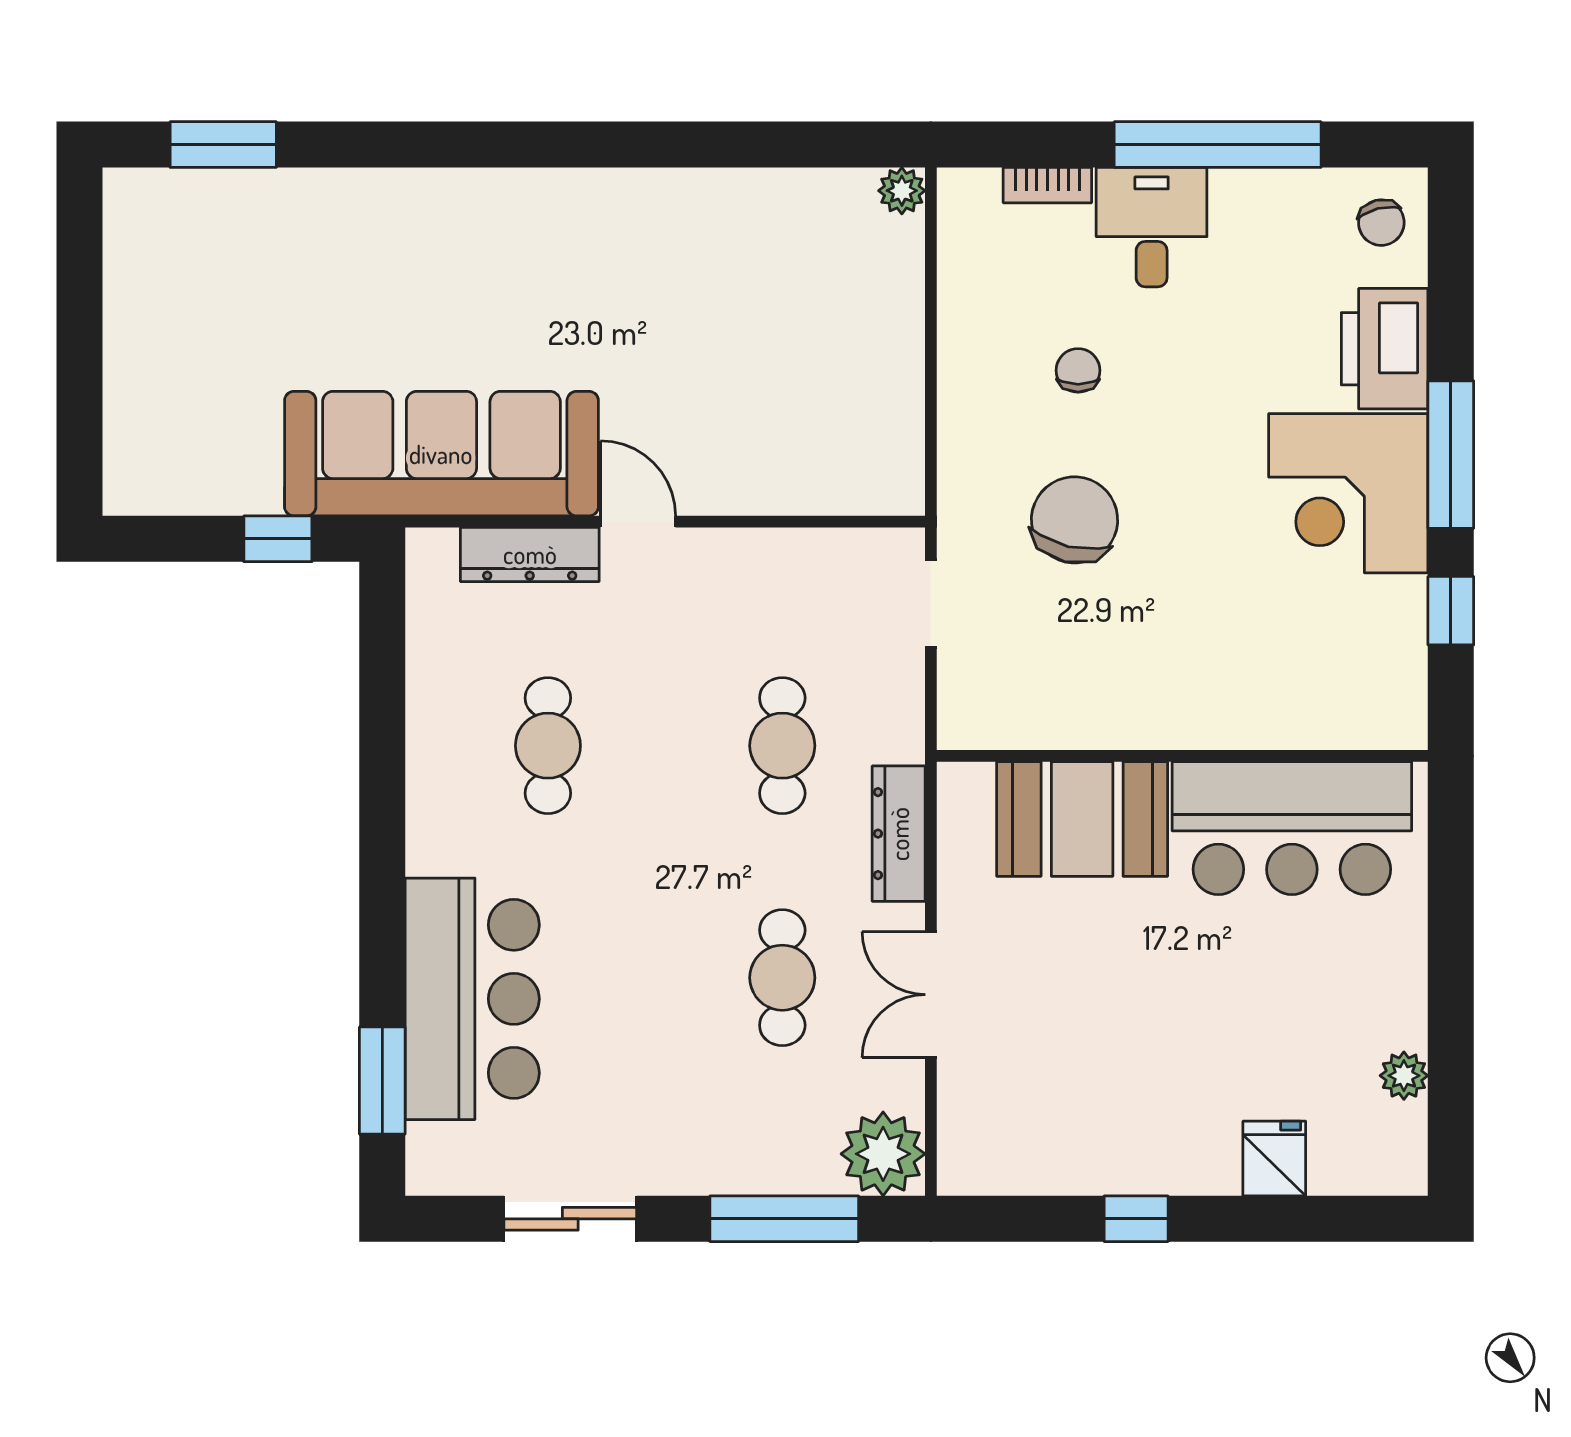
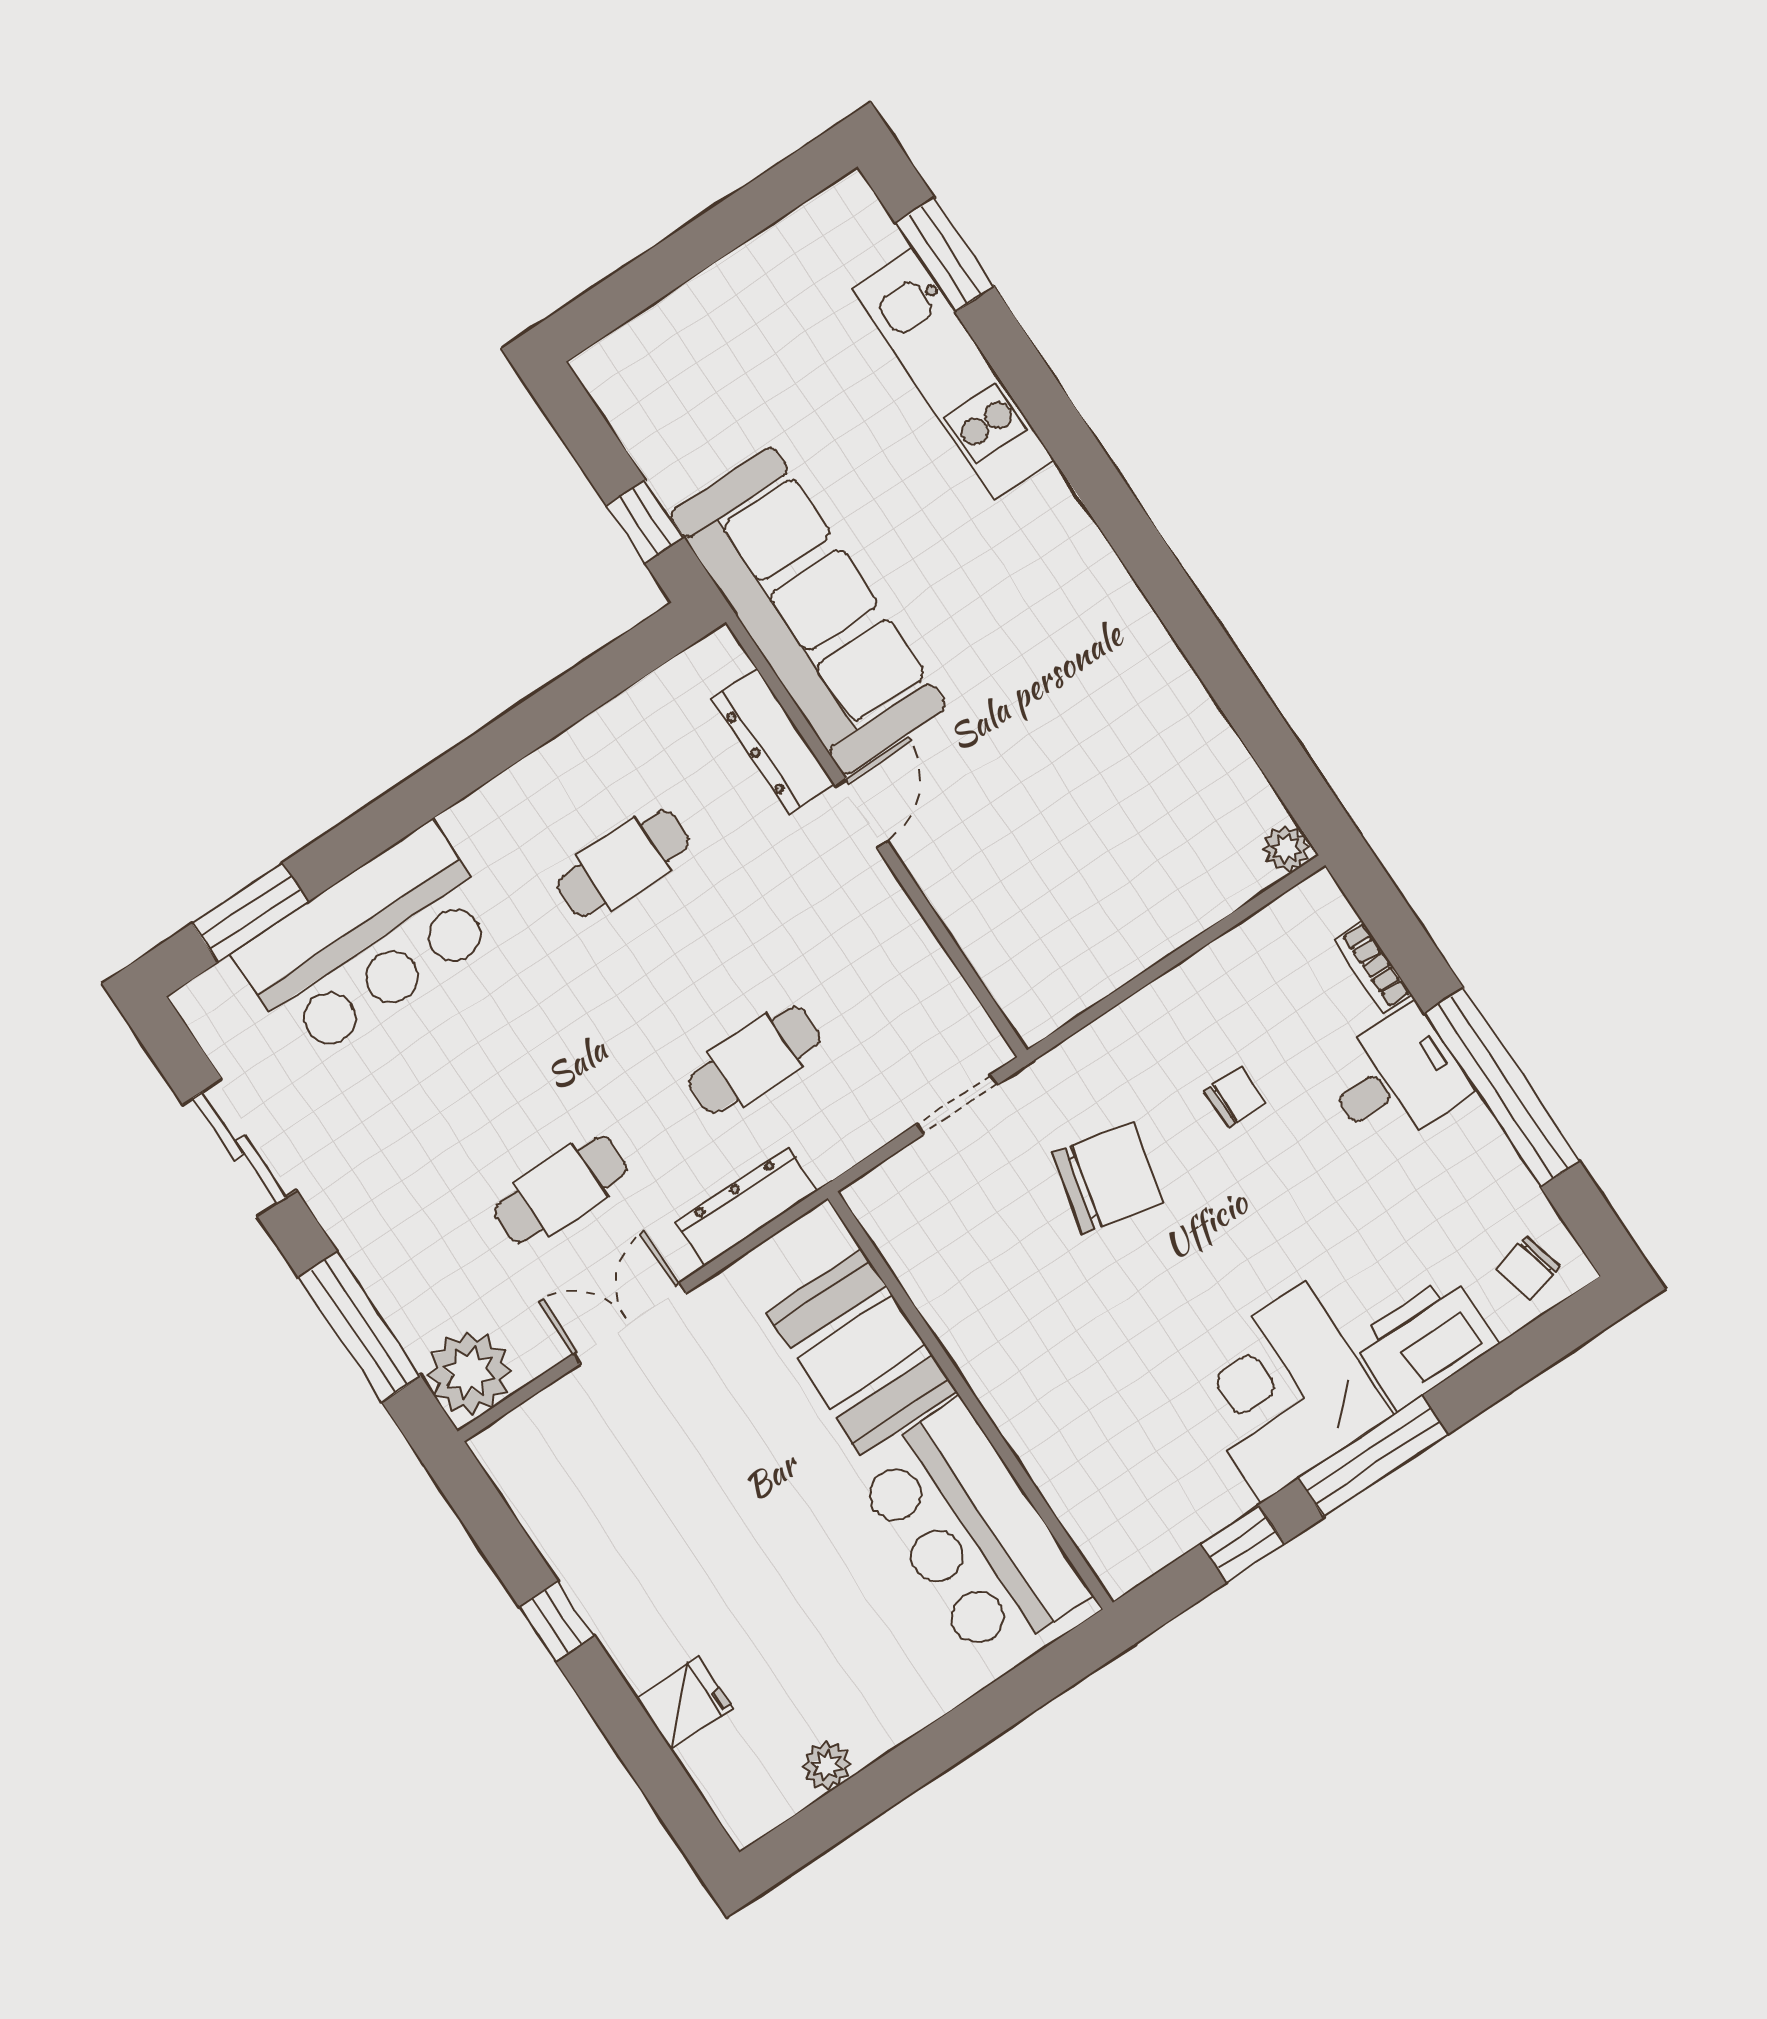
kitchen unit: (327, 203) -> (953, 374), added

